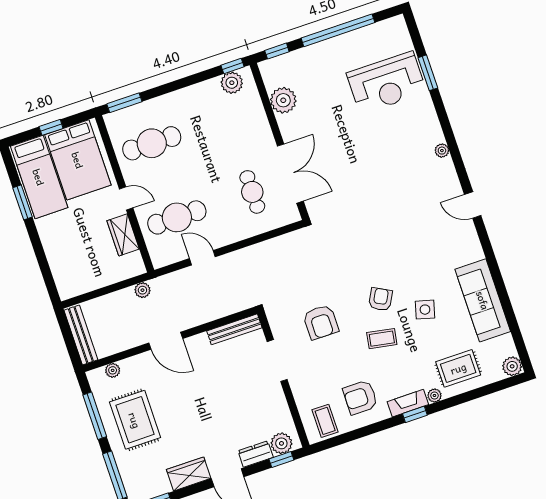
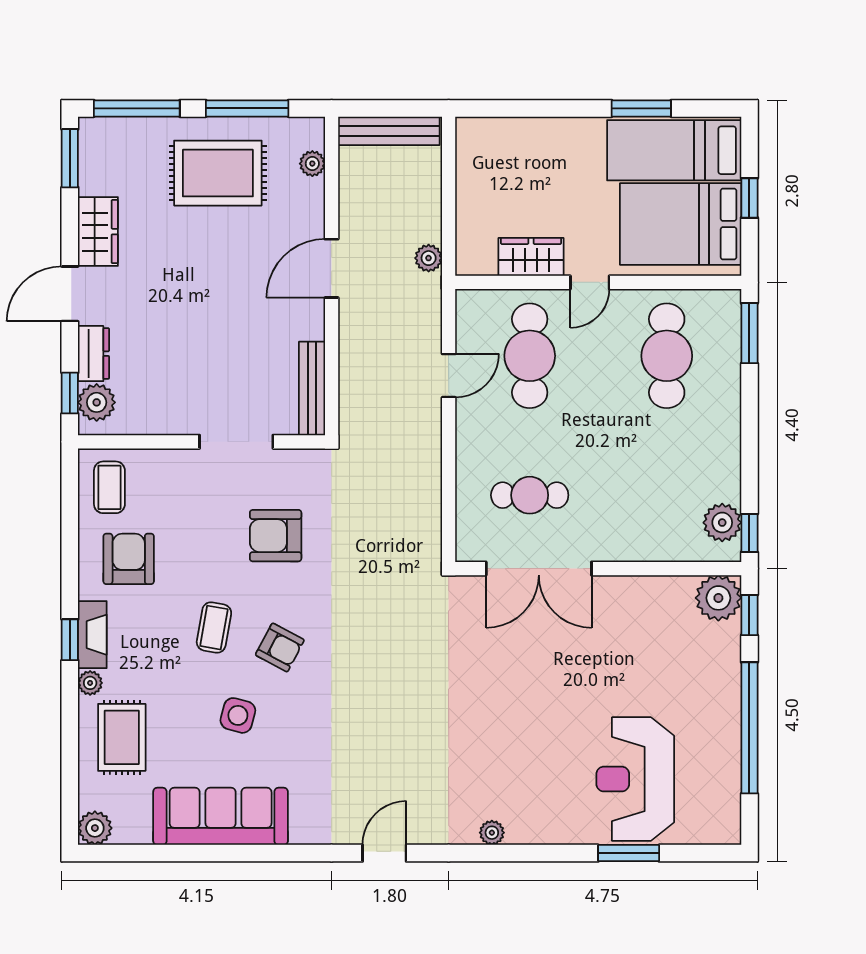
plant: (283, 100) -> (718, 598), moved
coffee table: (325, 421) -> (109, 487), turned 90

